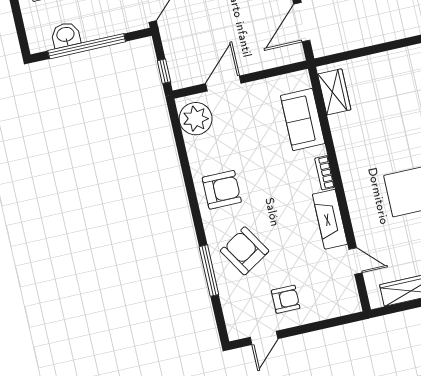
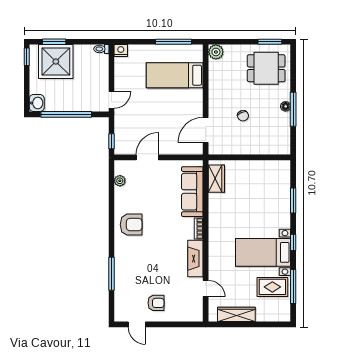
washbasin: (66, 35) -> (37, 103), moved, turned 90
plant: (196, 119) -> (120, 181), width x0.53, depth x0.53
sofa: (303, 120) -> (192, 192), width x1.36
armchair: (245, 251) -> (137, 266), removed
door: (264, 338) -> (137, 324), hinge flipped

